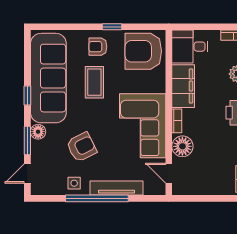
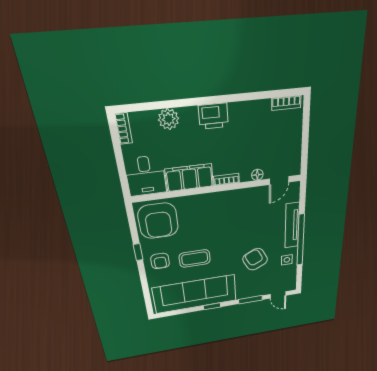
corner sofa: (143, 126) -> (233, 211), removed
floor lamp: (38, 132) -> (243, 294), removed
floor lamp: (182, 146) -> (257, 175), width x0.53, depth x0.53

